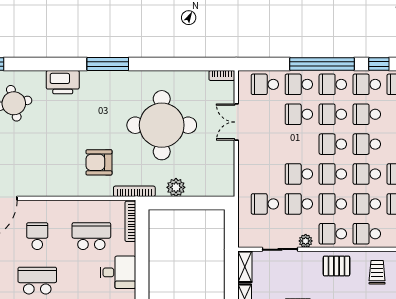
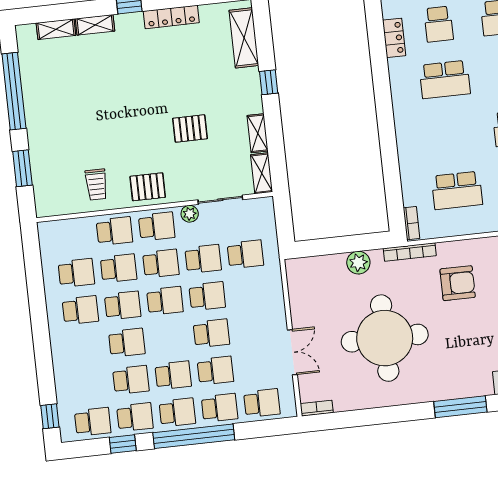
school desk: (333, 144) -> (211, 333), moved
bookcase: (130, 221) -> (412, 223), width x0.64
desk: (118, 272) -> (419, 149), removed

